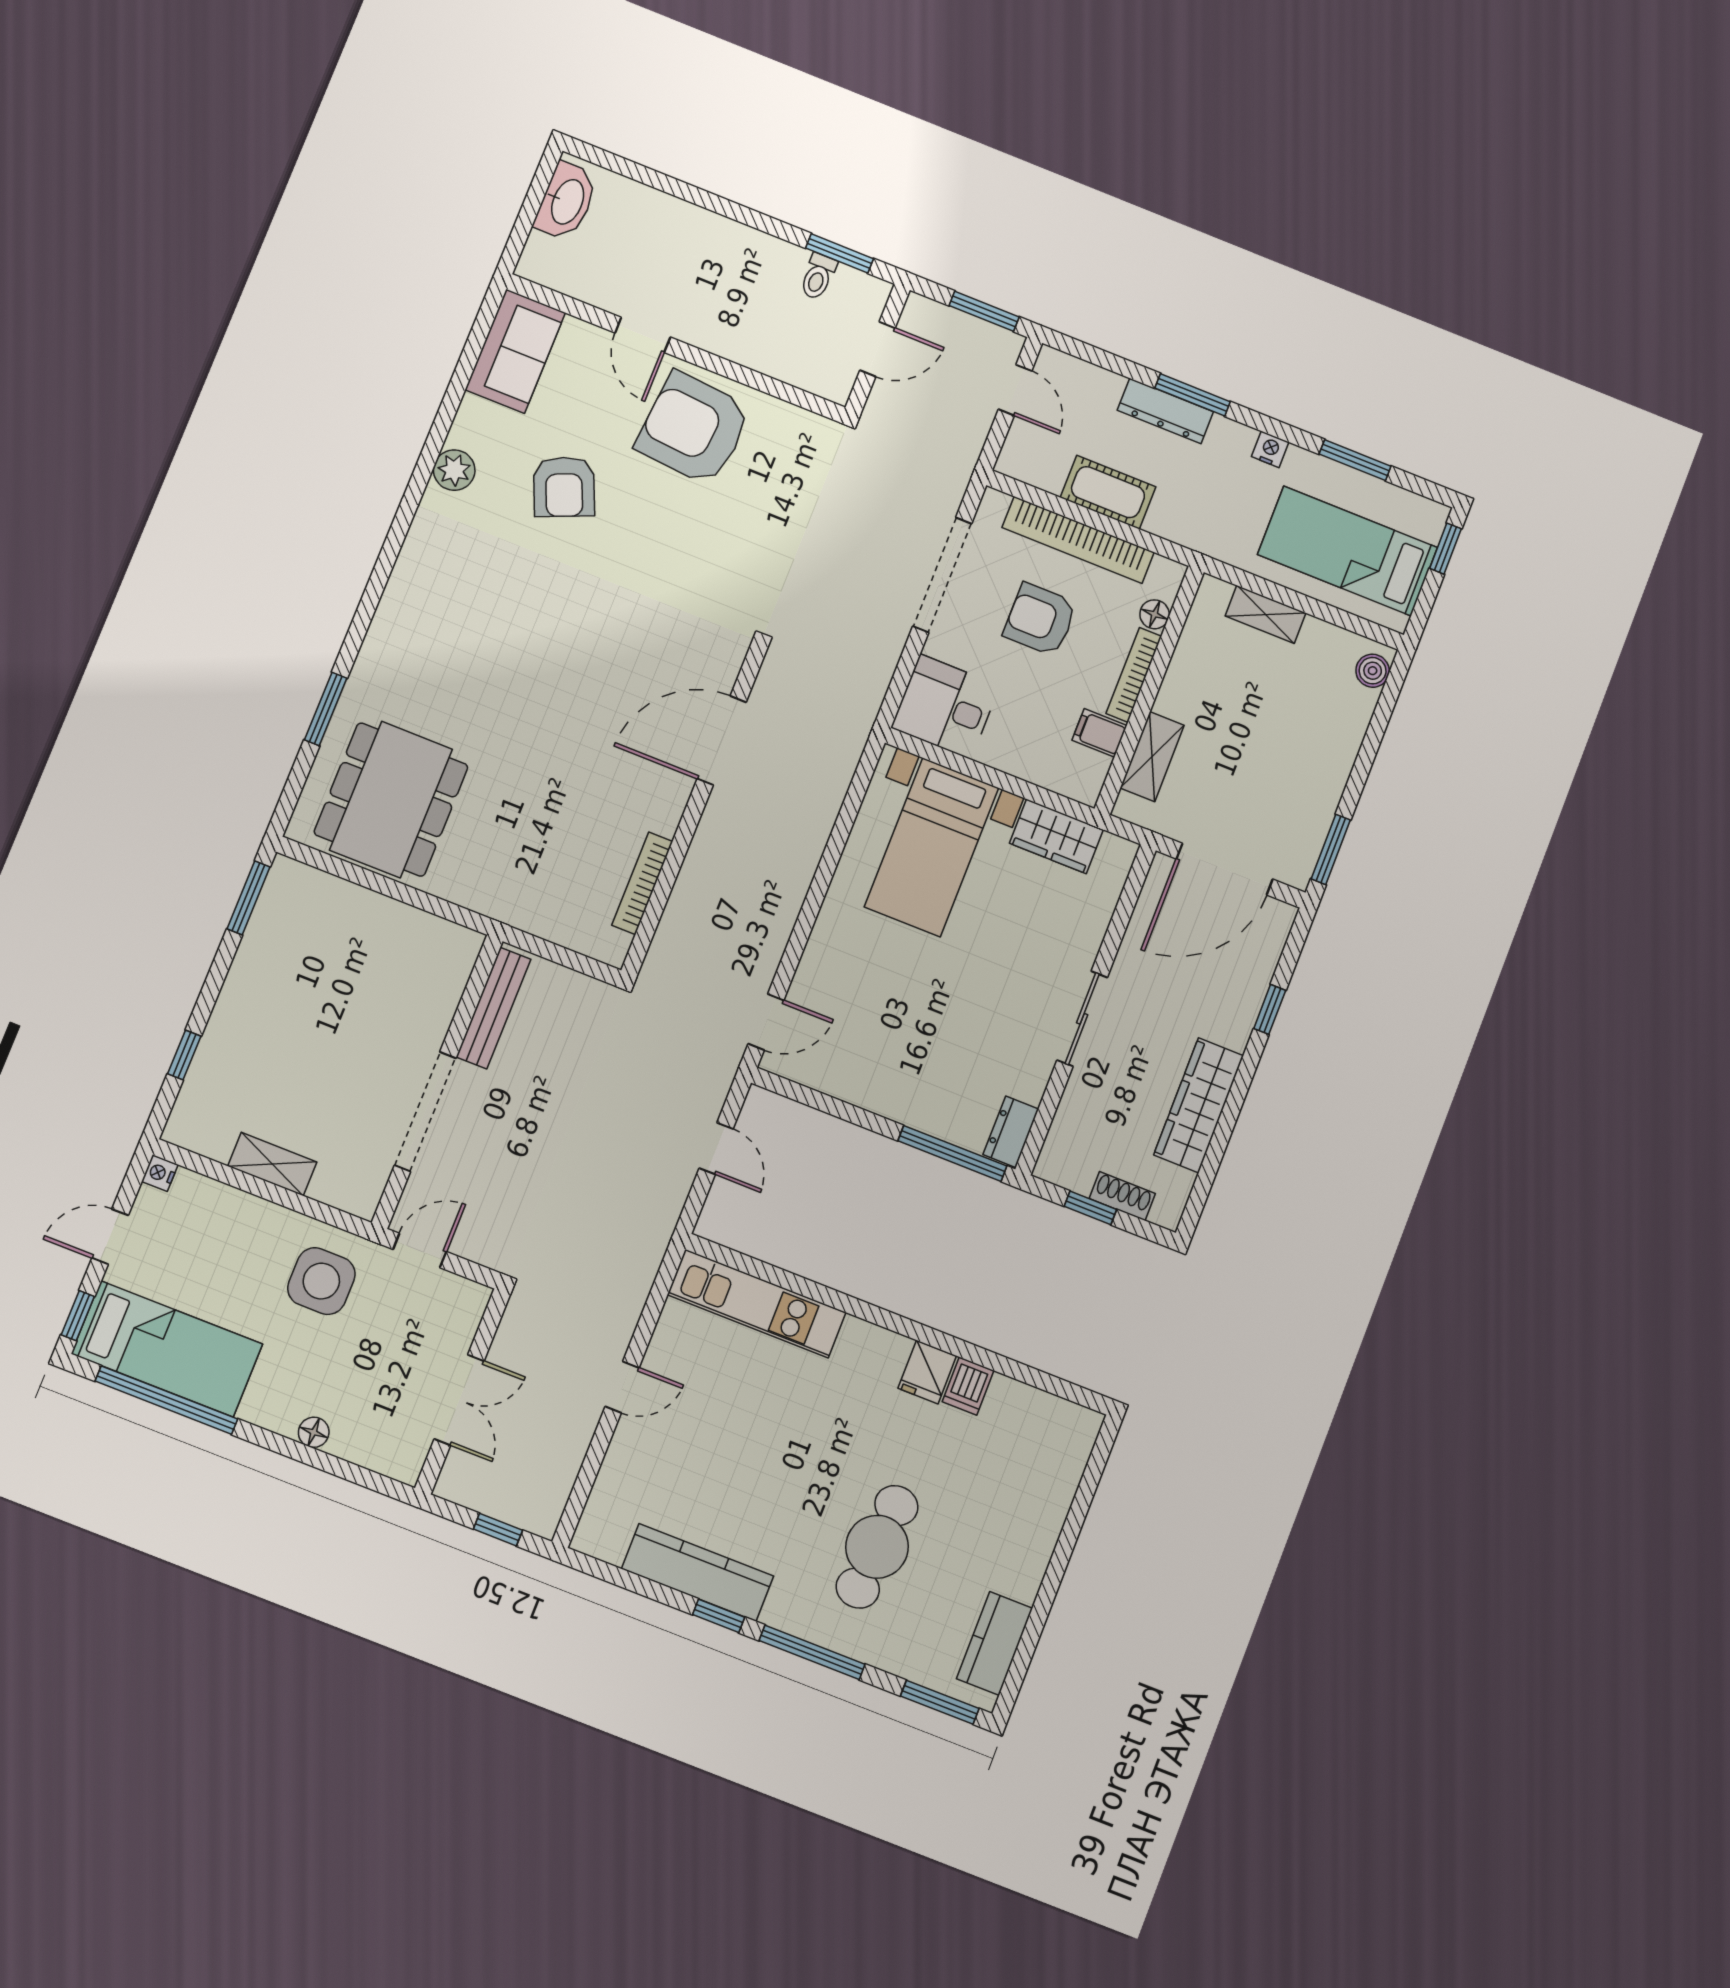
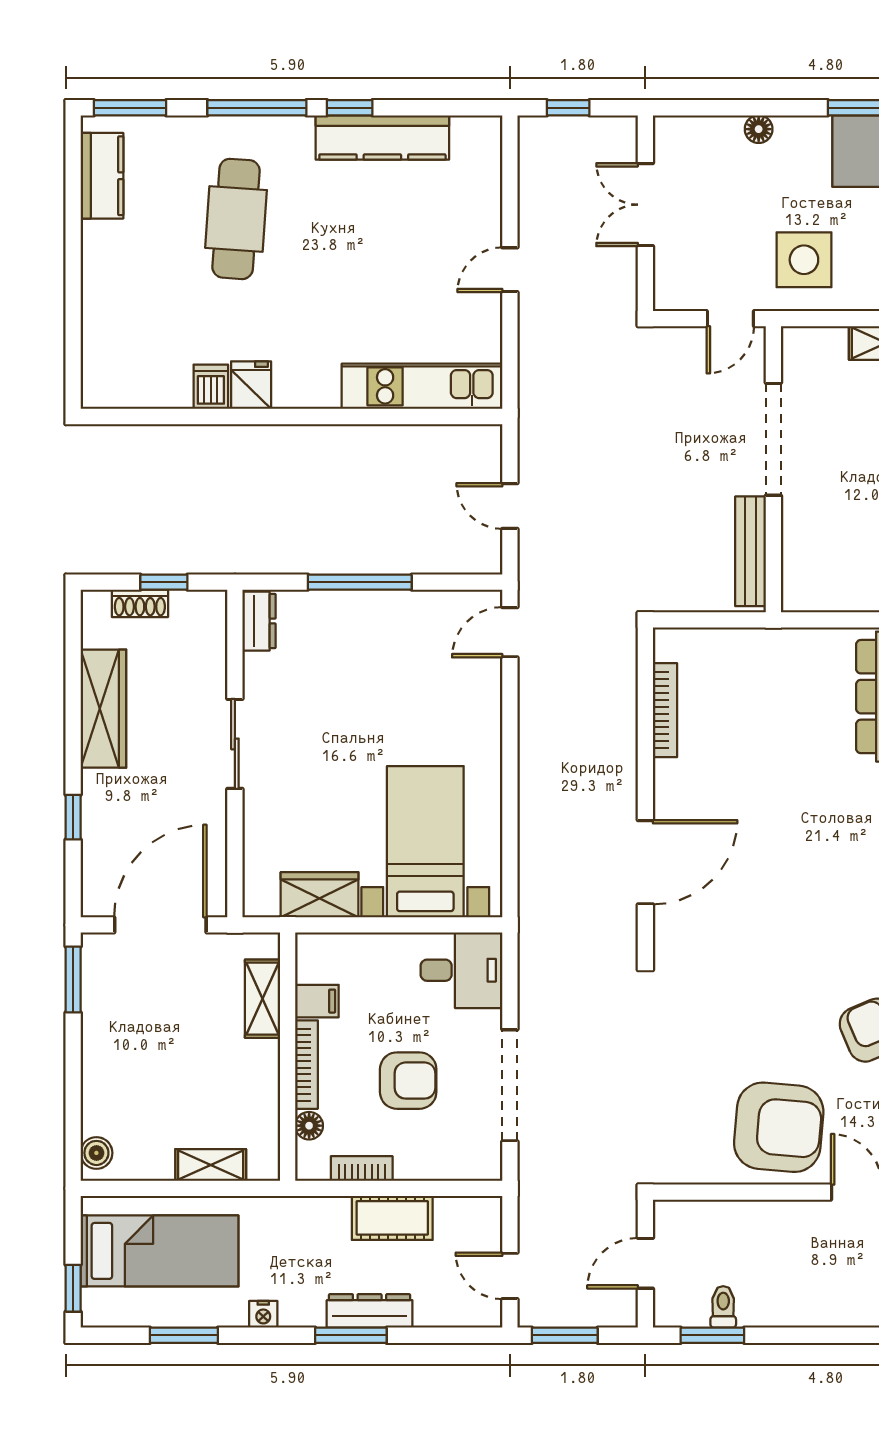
bookcase: (1078, 540) -> (362, 1169), width x0.43, depth x0.76
window: (952, 1153) -> (360, 582), moved

